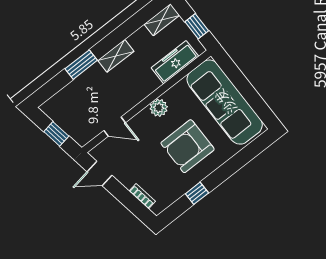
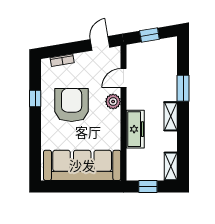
freezer: (175, 62) -> (135, 129), moved
plant: (159, 108) -> (113, 102), moved
armchair: (188, 146) -> (72, 105), moved

